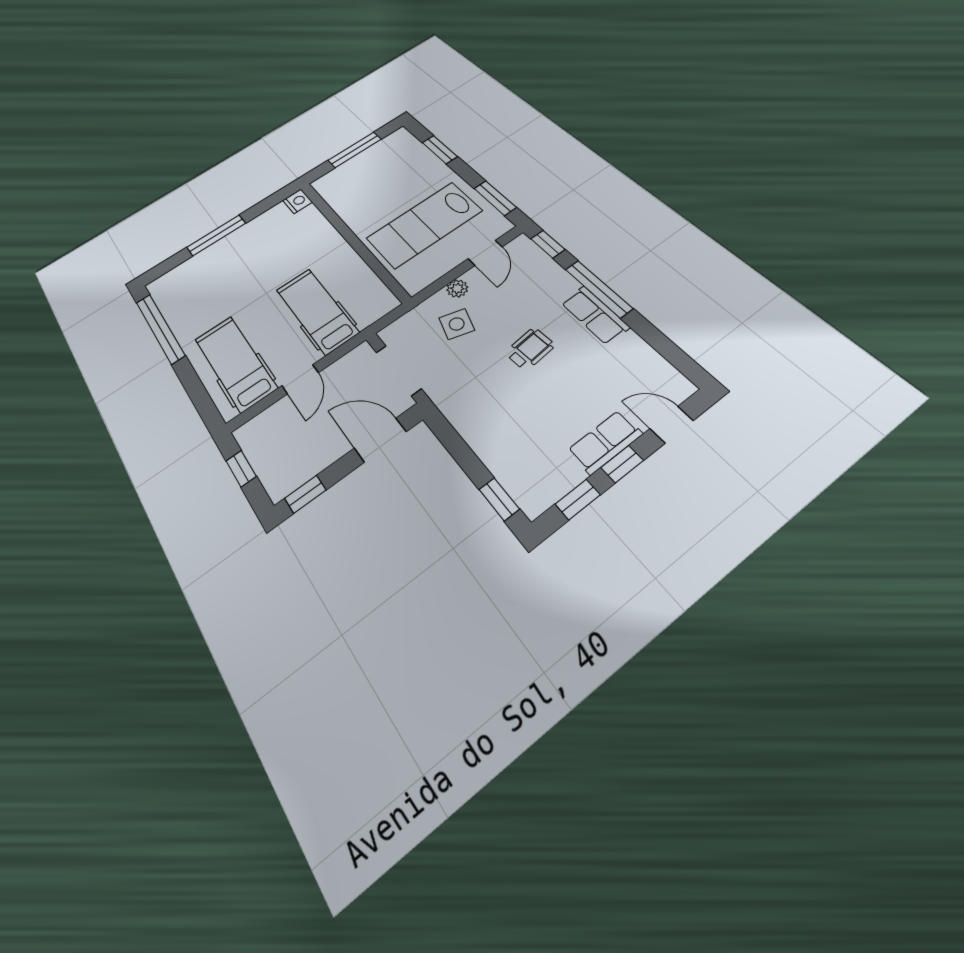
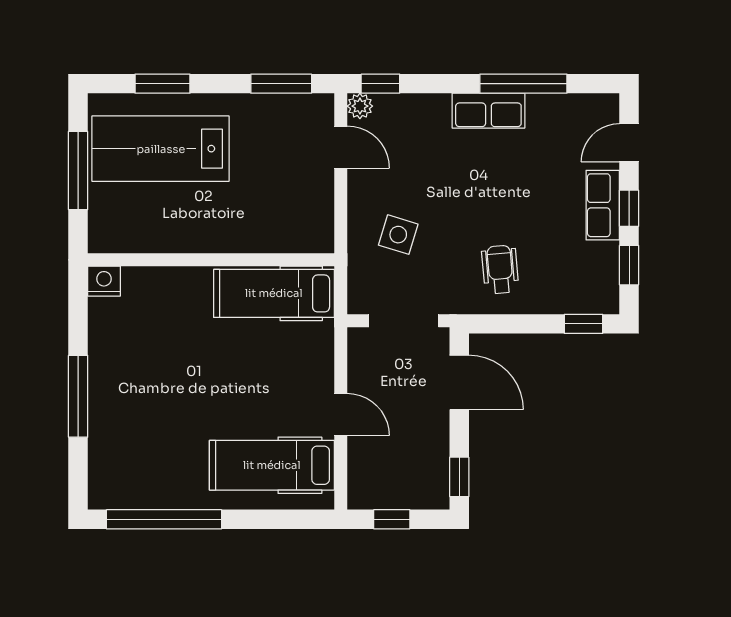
lab bench: (424, 224) -> (161, 149), moved, turned 90
plant: (457, 288) -> (360, 106), moved
window: (599, 289) -> (523, 84), moved
hospital bed: (317, 311) -> (274, 293), moved
wheelchair: (530, 349) -> (500, 269), moved
door: (380, 440) -> (459, 382), swing flipped

